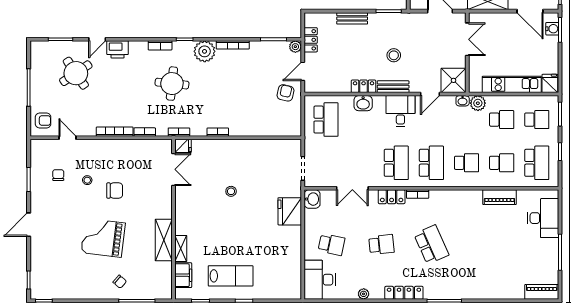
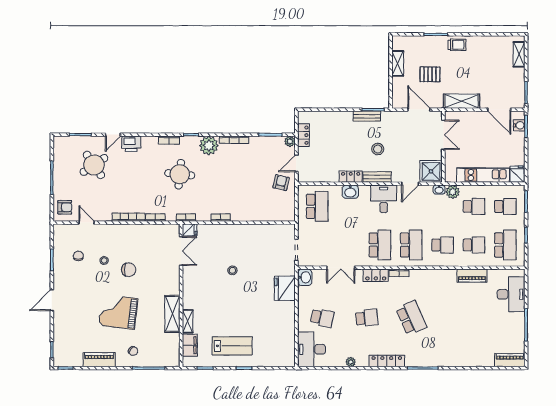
bench: (352, 18) -> (367, 116), moved
piano: (82, 291) -> (99, 360), added

